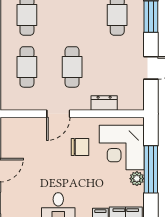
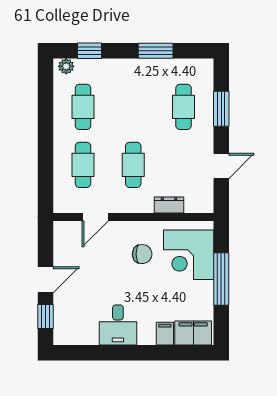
door: (58, 114) -> (95, 217), moved
plant: (137, 179) -> (205, 289), removed

